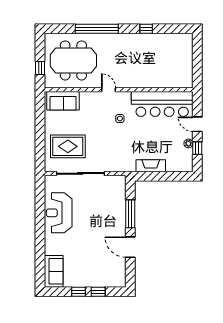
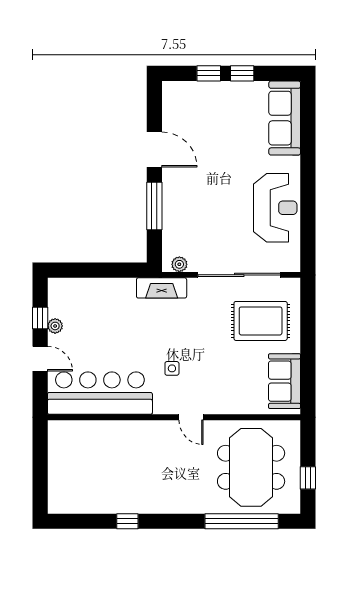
window: (97, 29) -> (242, 521), moved
meeting table: (73, 60) -> (251, 467), turned 90
window: (40, 68) -> (308, 478), moved
sofa: (63, 101) -> (285, 381), moved, turned -90
fireplace: (151, 166) -> (162, 288), moved
plant: (115, 180) -> (179, 264), added
sofa: (54, 271) -> (285, 118), width x1.36

